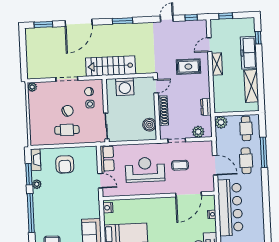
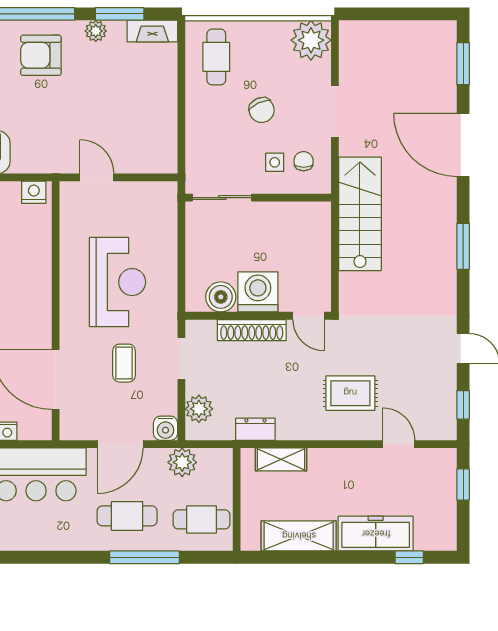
shelving: (217, 64) -> (281, 459), moved
rug: (188, 67) -> (350, 393), turned 90
plant: (32, 87) -> (311, 40), width x1.88, depth x1.88
washing machine: (125, 87) -> (258, 292), moved, turned 90
plant: (221, 122) -> (182, 462), moved
cafe table: (67, 130) -> (216, 57), moved
water cooler: (207, 146) -> (166, 428), added
row of seats: (107, 159) -> (147, 196), removed
armchair: (65, 164) -> (41, 55), moved
door: (100, 181) -> (97, 177), swing flipped

